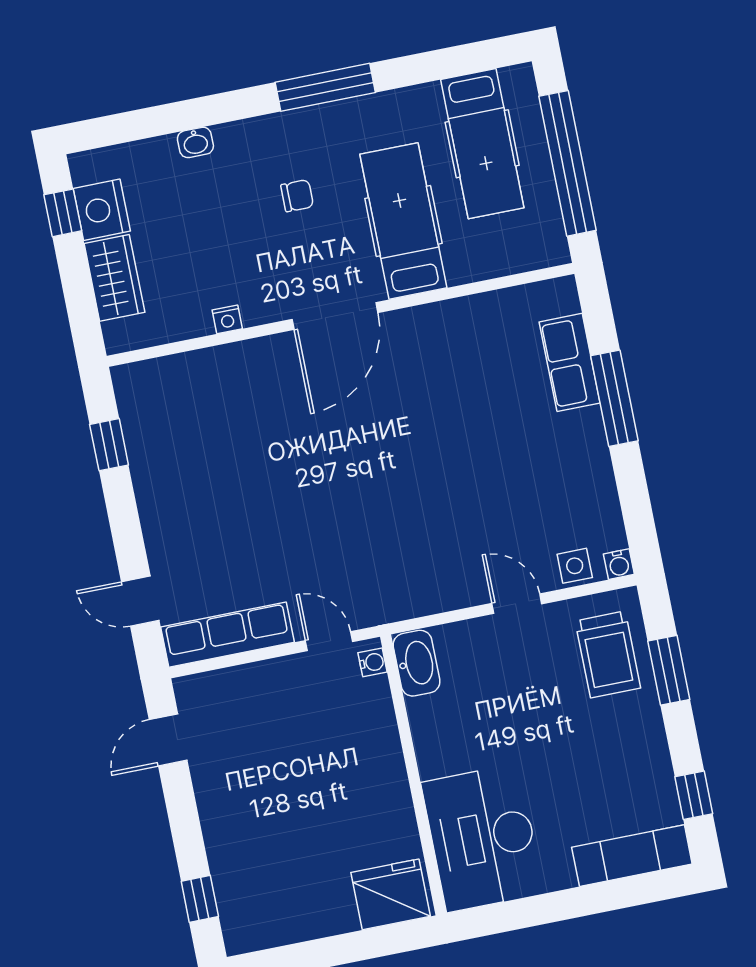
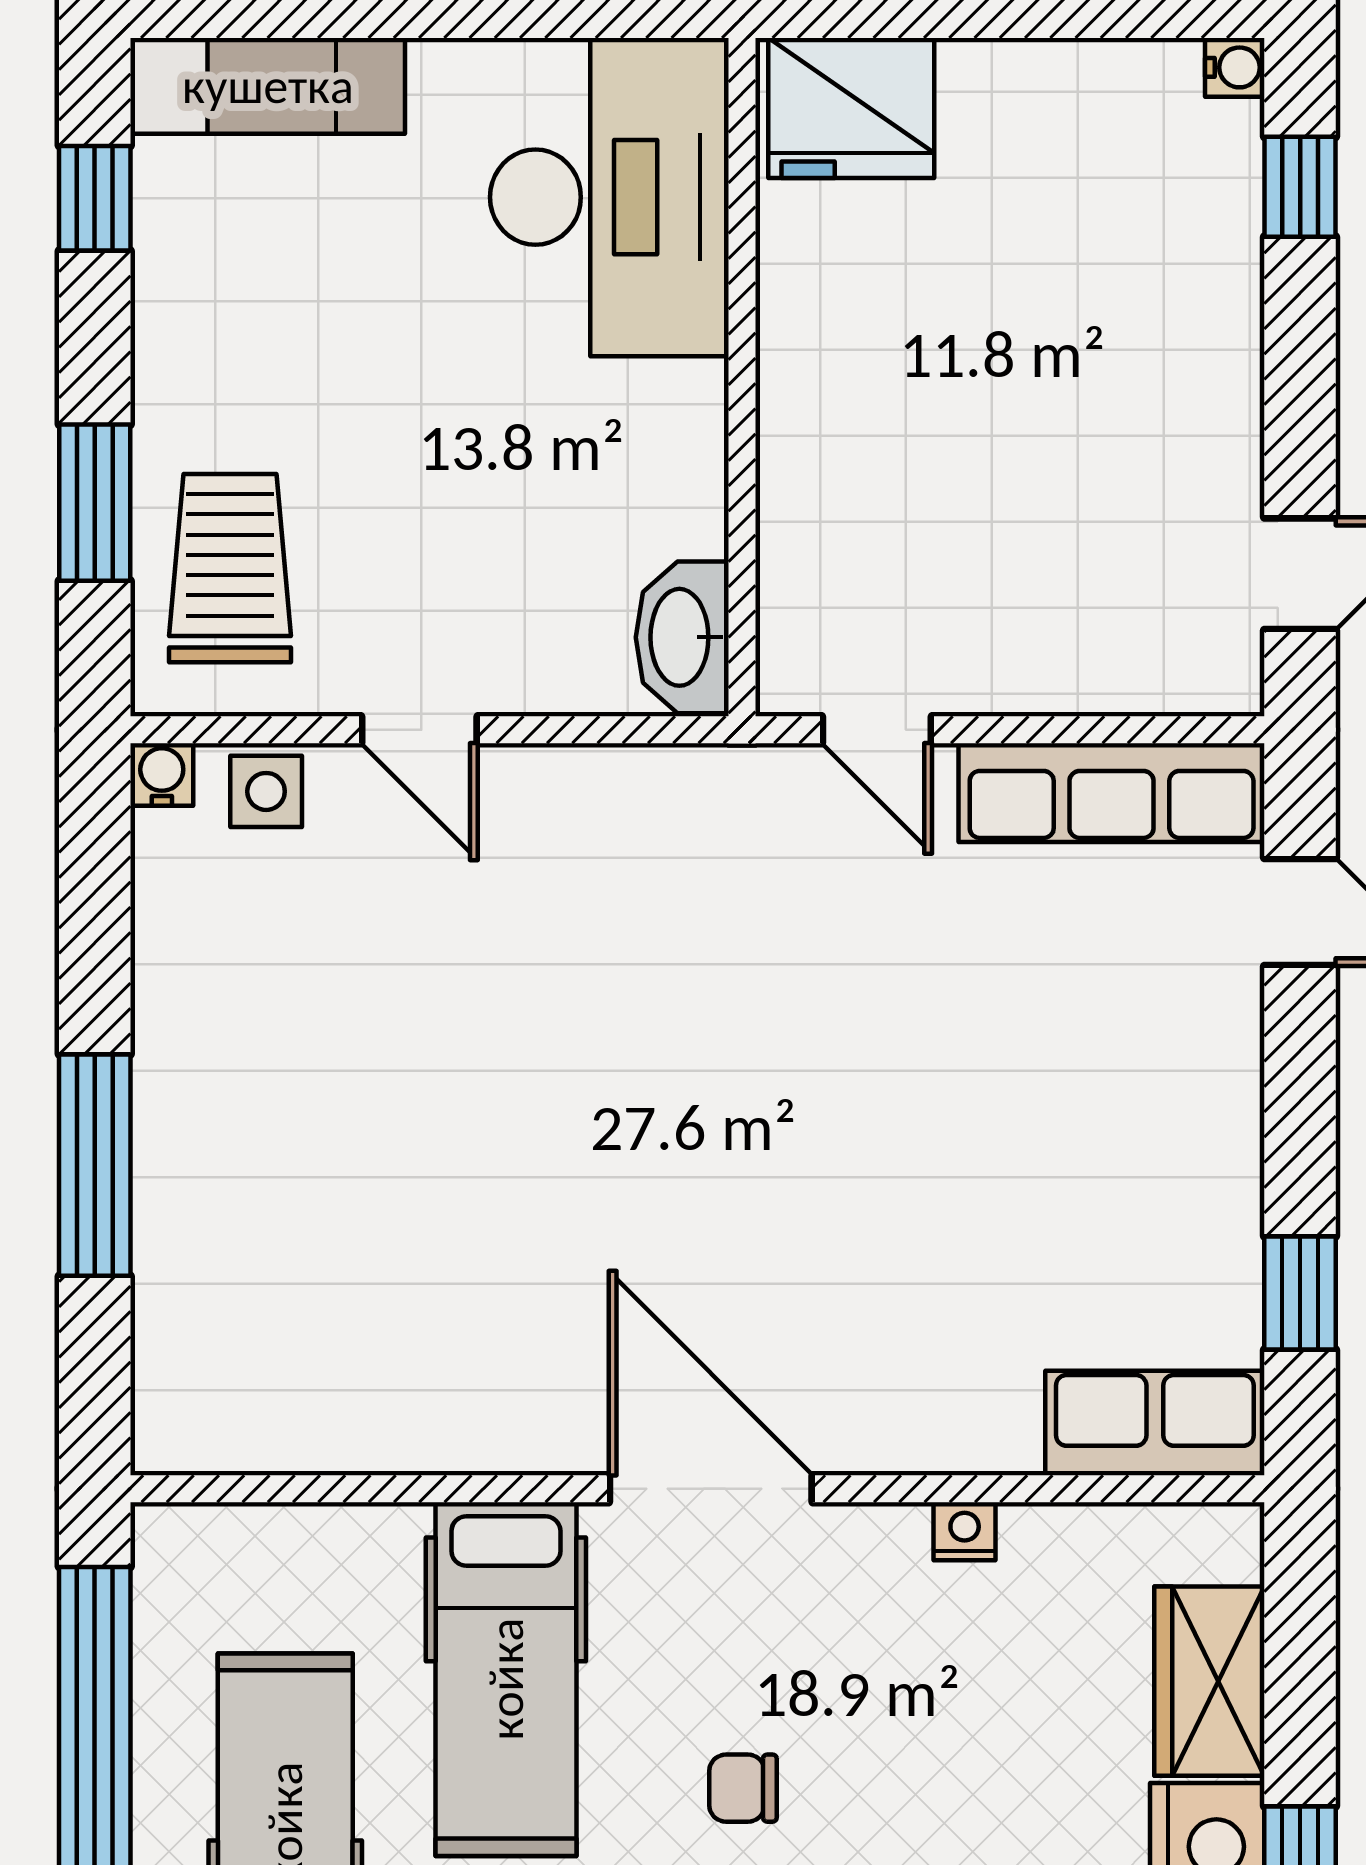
door: (335, 316) -> (711, 1489), hinge flipped
row of seats: (570, 362) -> (1155, 1423), moved, turned -90
water cooler: (372, 662) -> (1235, 67), moved, turned 180

